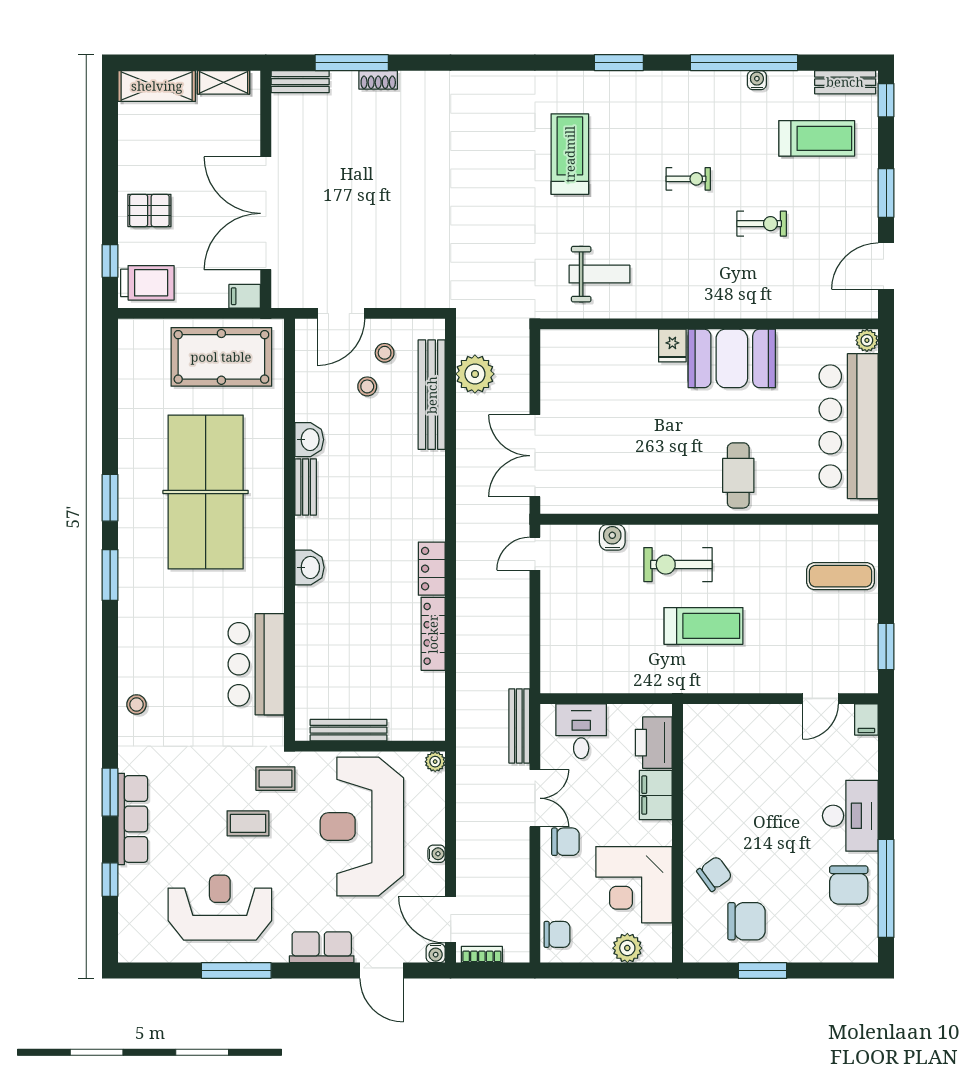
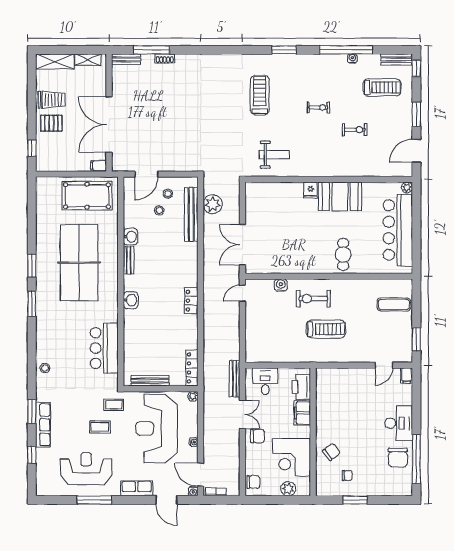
trolley: (147, 283) -> (52, 100), moved
locker: (433, 634) -> (192, 368), moved
chair: (746, 921) -> (347, 475), width x0.54, depth x0.54

